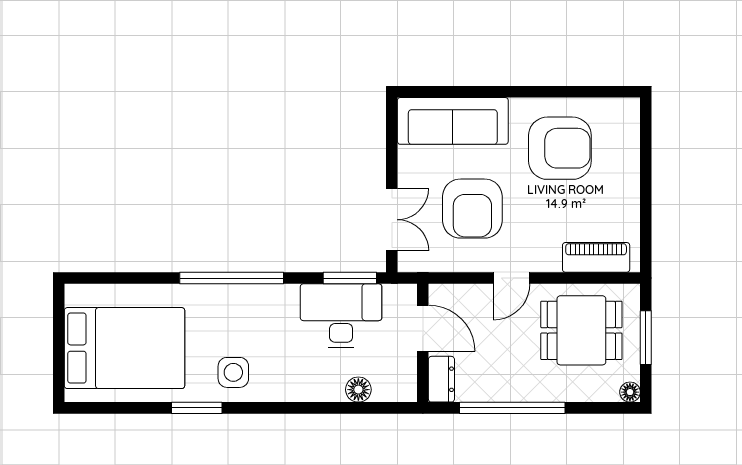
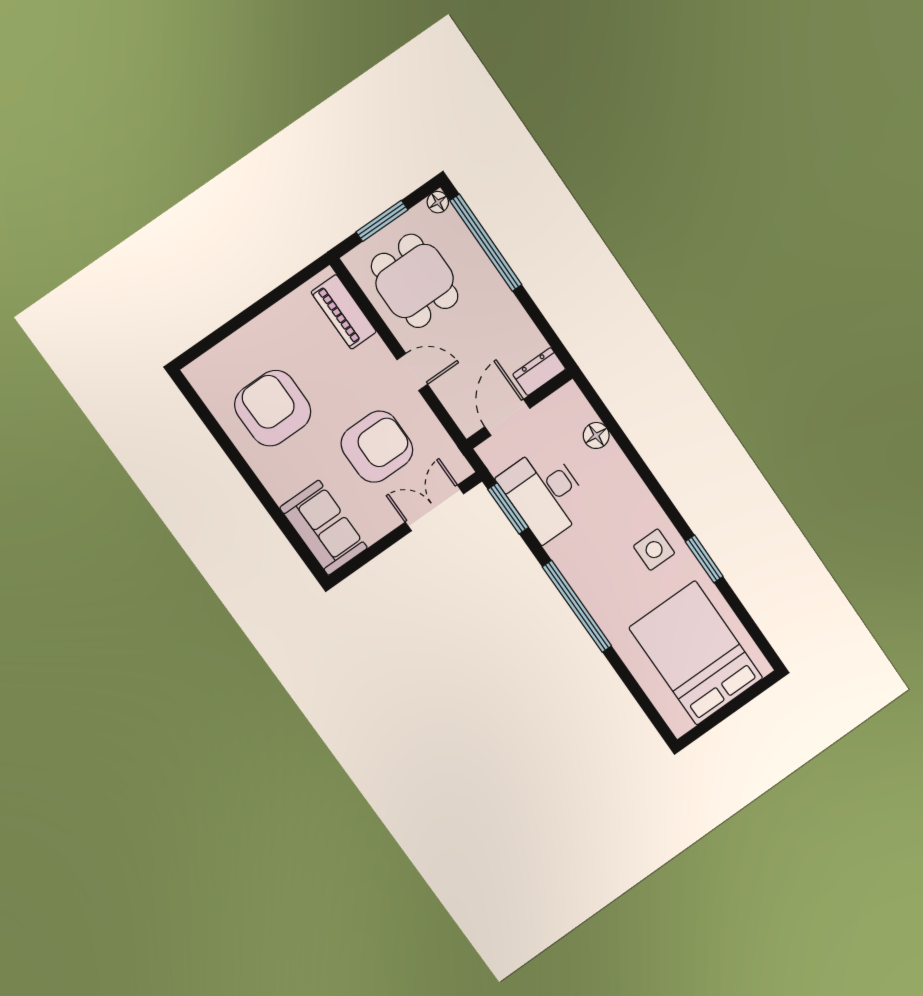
sofa: (453, 121) -> (324, 528), width x0.73
window: (512, 408) -> (486, 243), moved

